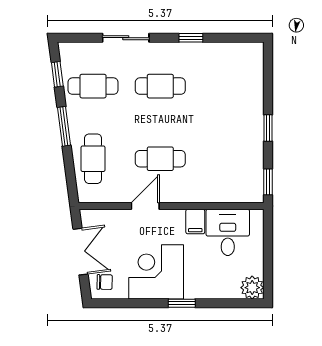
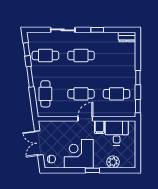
dresser: (247, 51) -> (127, 37), added
cafe table: (228, 159) -> (117, 94), added
door: (145, 206) -> (85, 119), moved
double door: (81, 252) -> (39, 143), swing flipped
plant: (252, 288) -> (113, 162), moved

